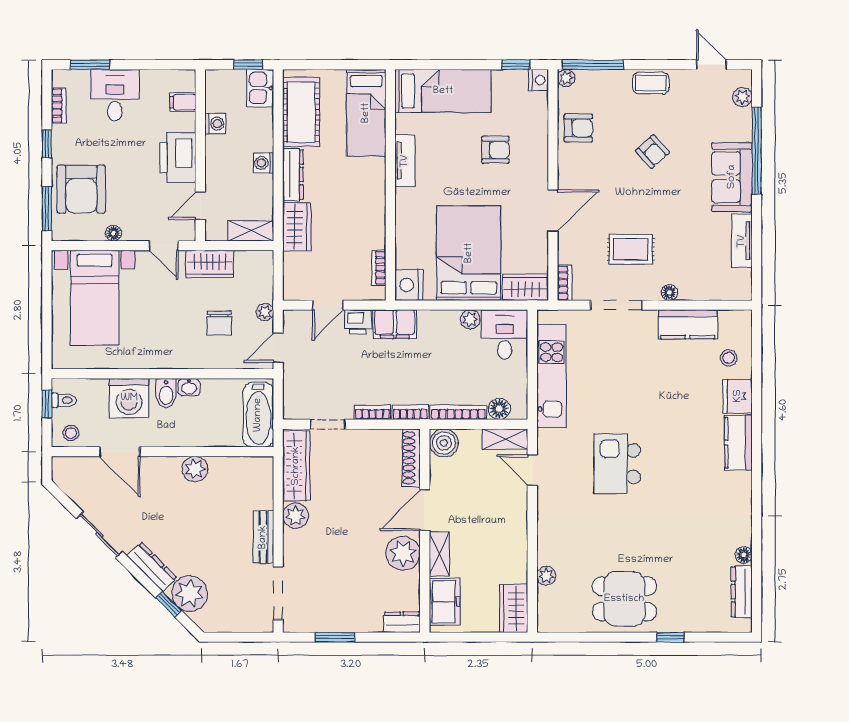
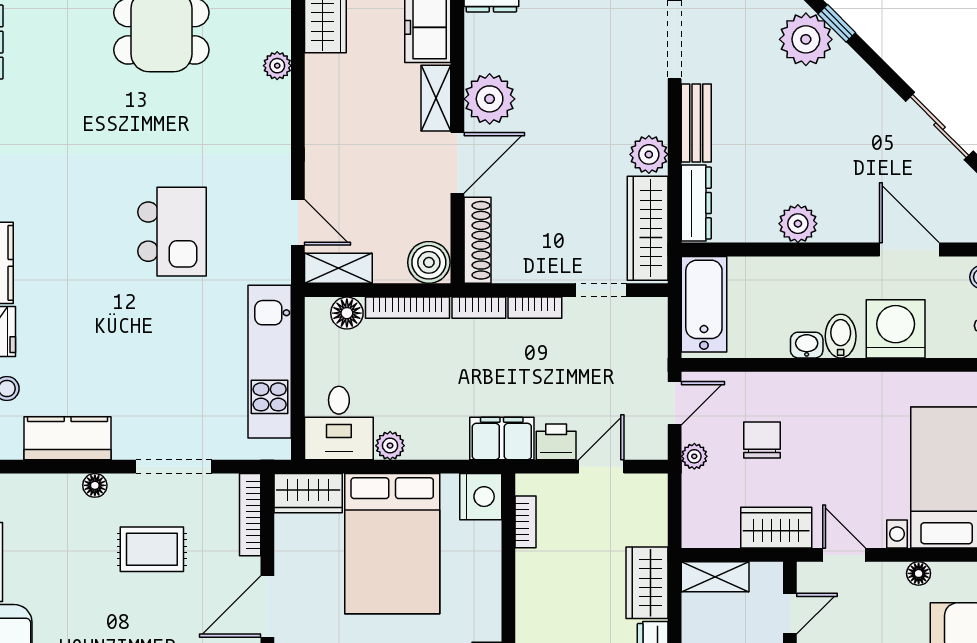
bookcase: (565, 283) -> (250, 515), width x1.56
dresser: (152, 567) -> (696, 203), moved, turned -135

